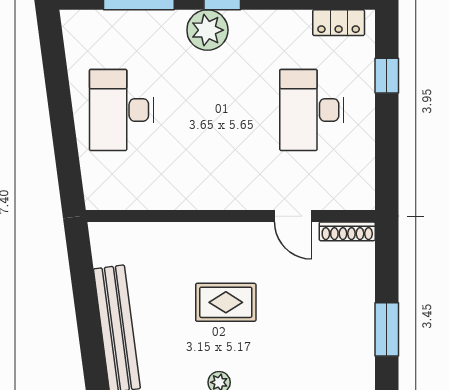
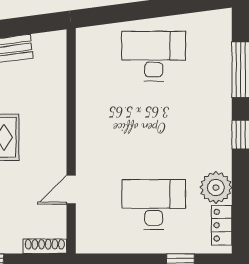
plant: (207, 30) -> (216, 188), moved
shoe rack: (347, 231) -> (45, 246), moved, turned 90

